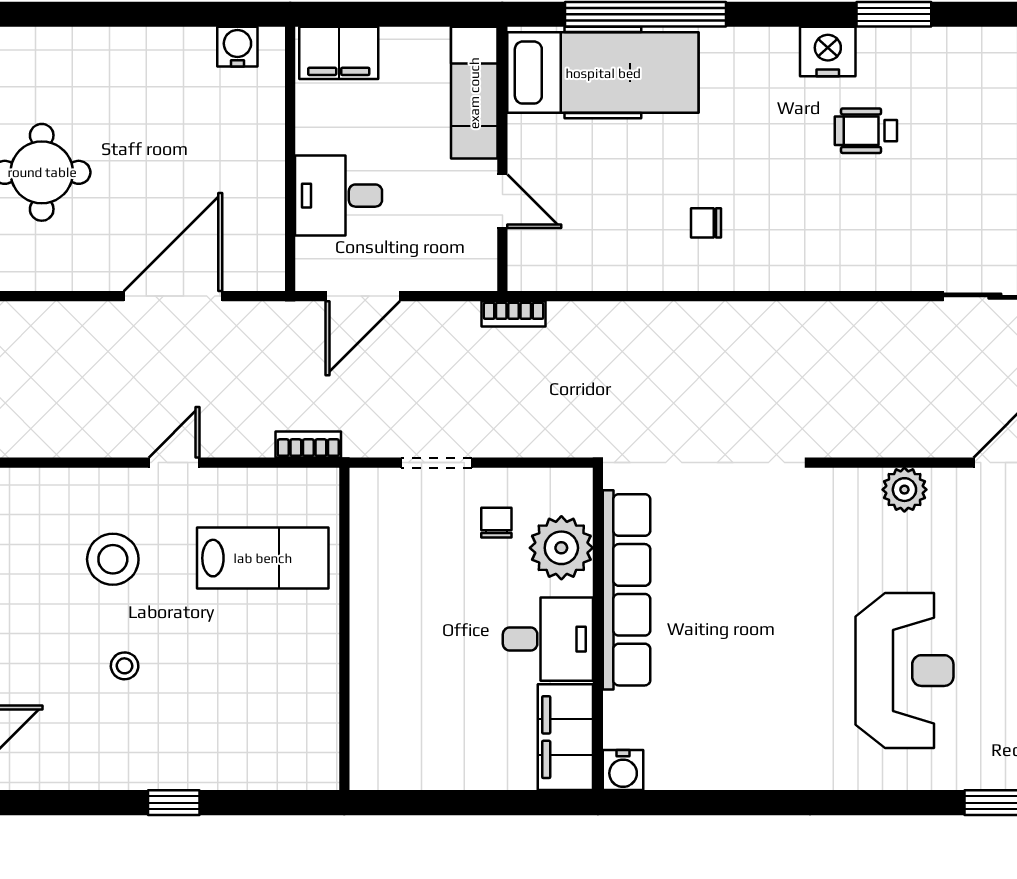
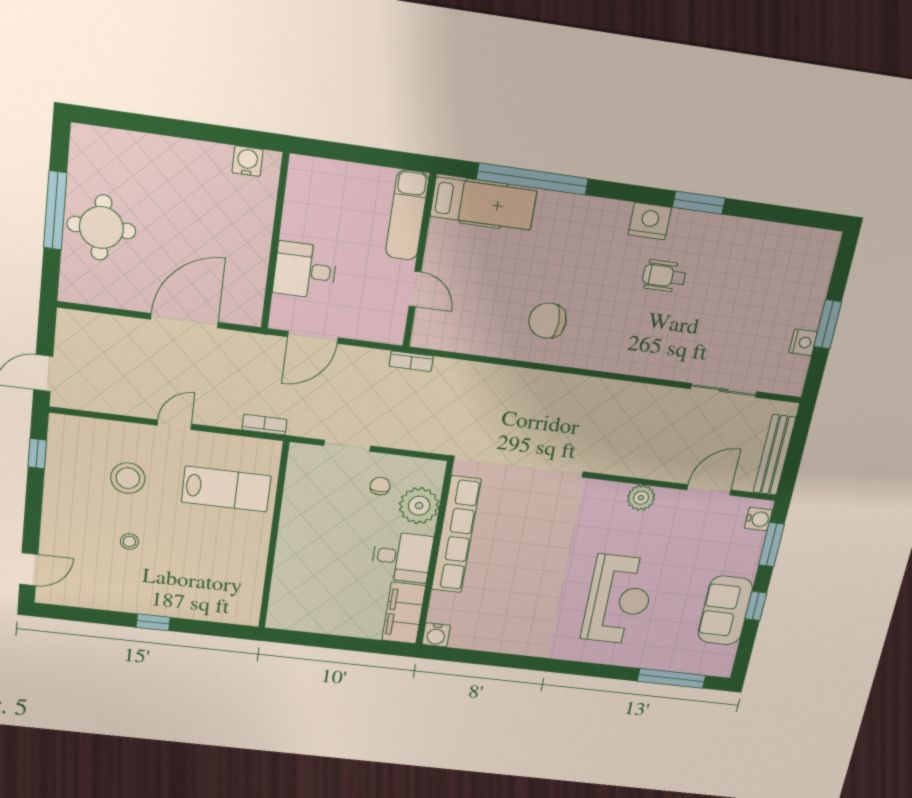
filing cabinet: (339, 53) -> (318, 175), removed
hospital bed: (603, 73) -> (483, 204), width x0.73, depth x0.78
chair: (706, 223) -> (547, 321), width x1.87, depth x1.87

